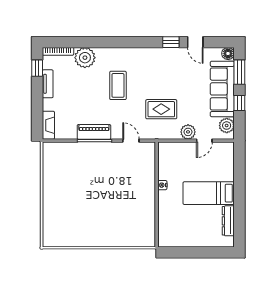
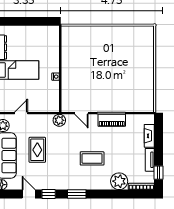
window: (137, 42) -> (77, 194), added
coffee table: (118, 85) -> (92, 158), turned 90
rug: (161, 109) -> (37, 150), moved, turned 90
fireplace: (48, 125) -> (149, 136), moved
plant: (188, 132) -> (59, 120), moved

